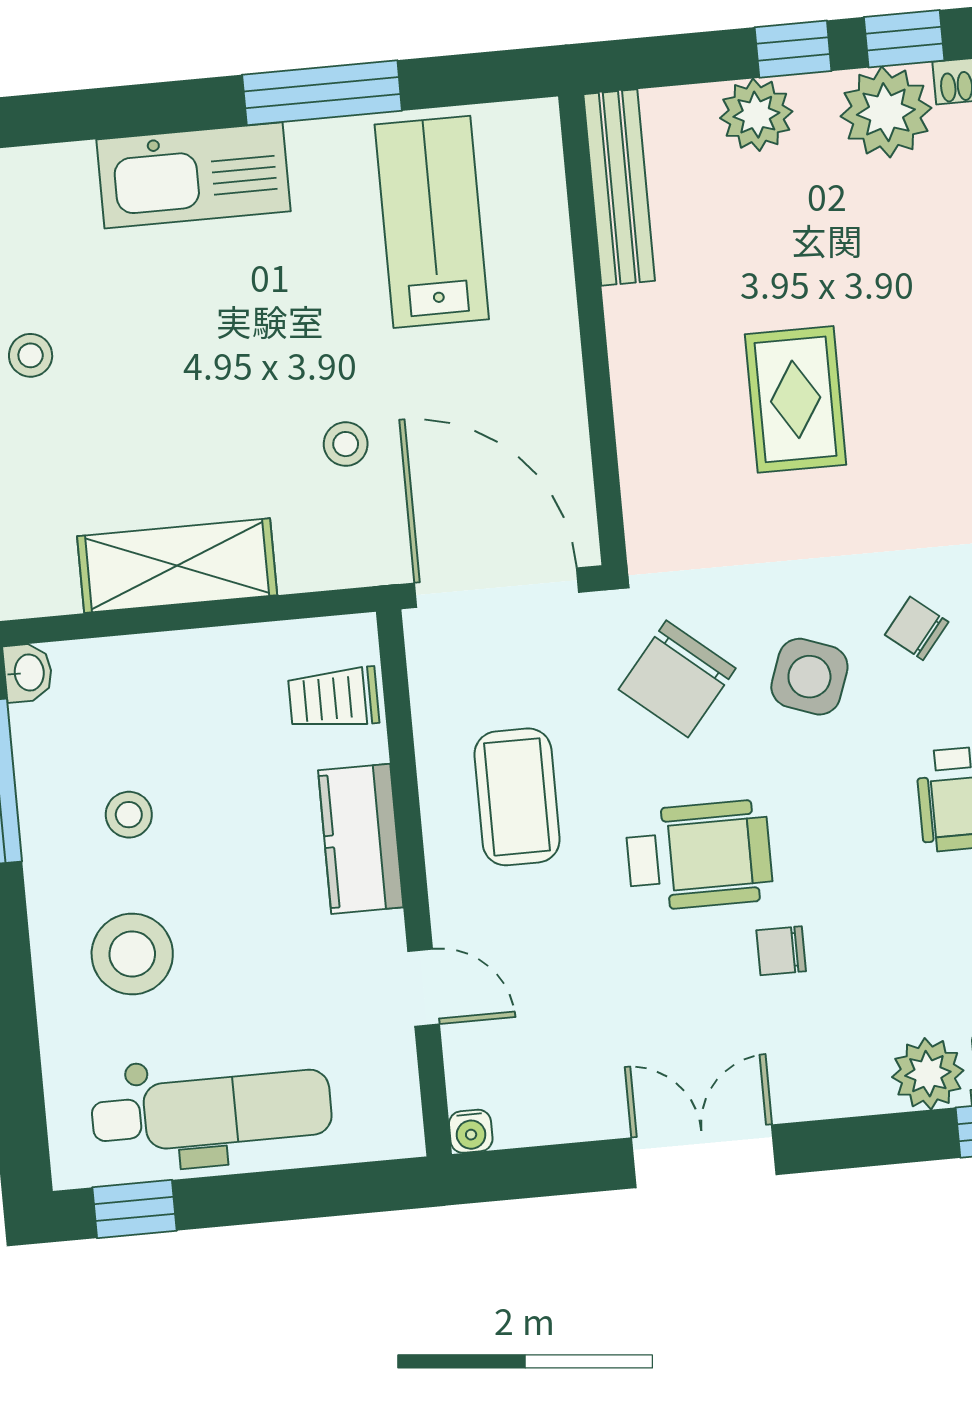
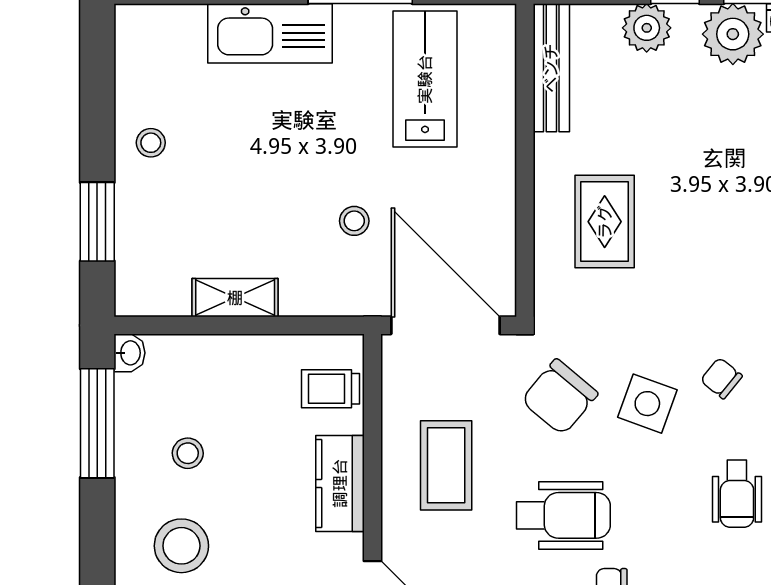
rug: (796, 399) -> (605, 222), moved
shelving: (177, 566) -> (235, 298), width x0.67, depth x0.75

